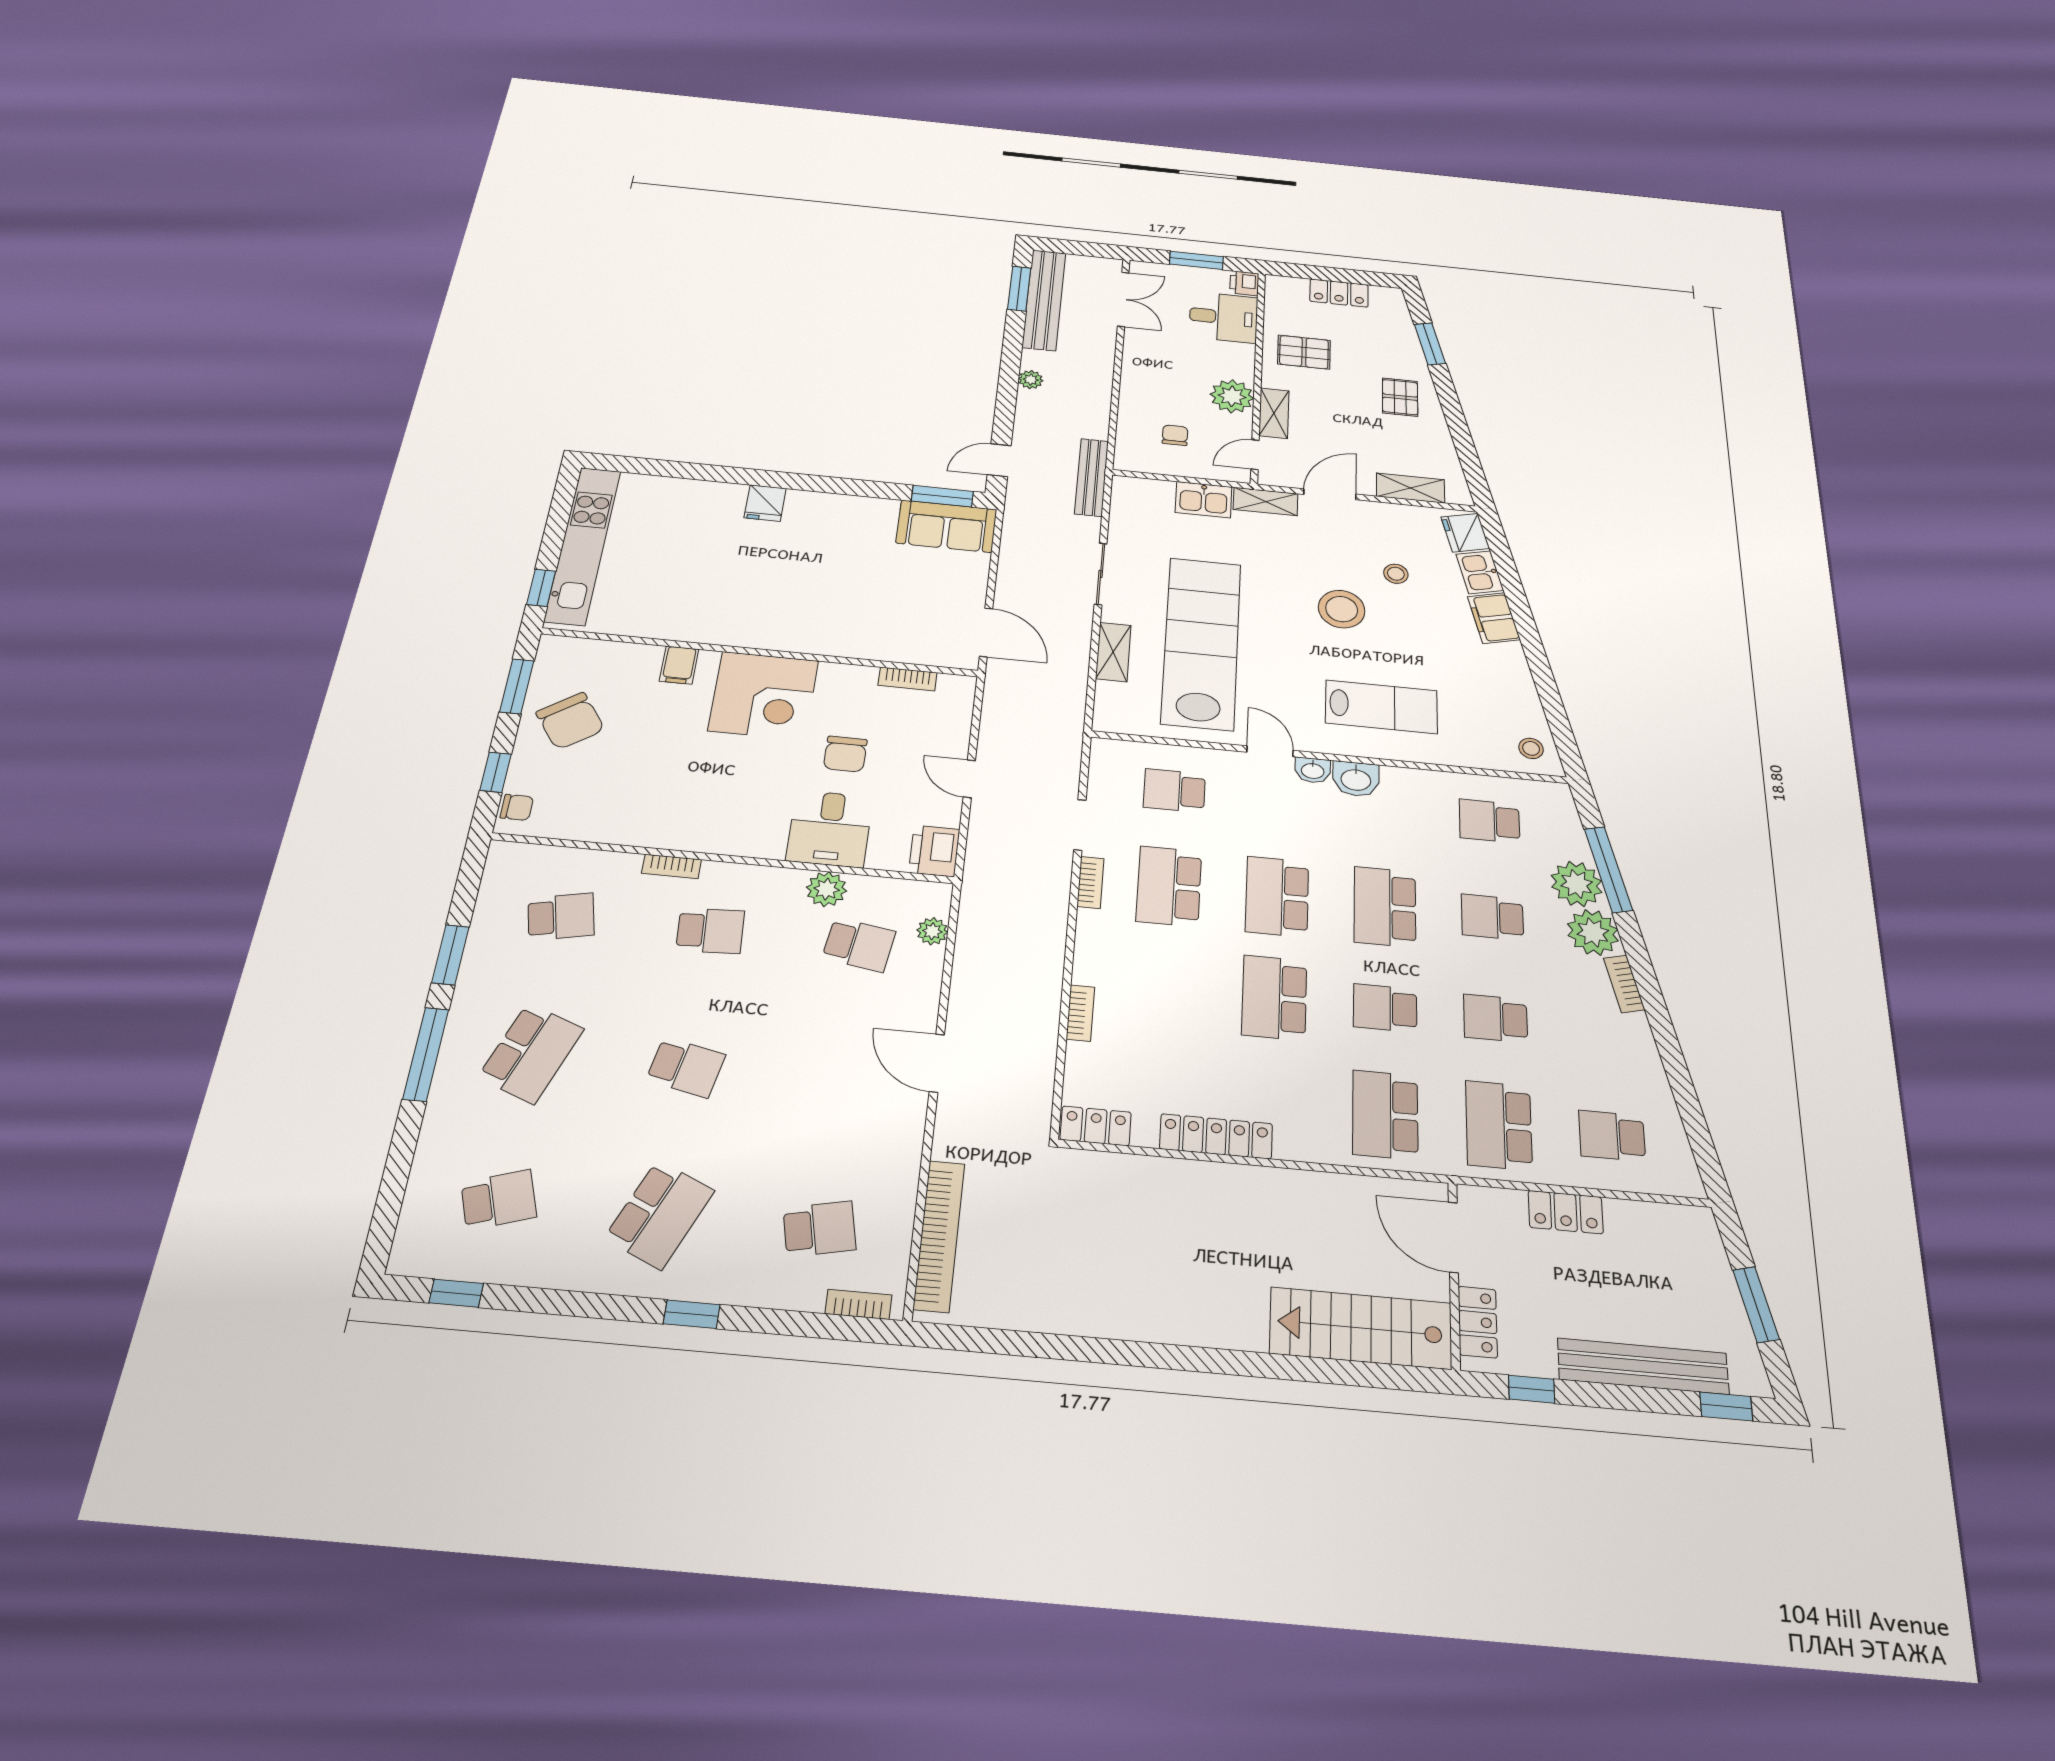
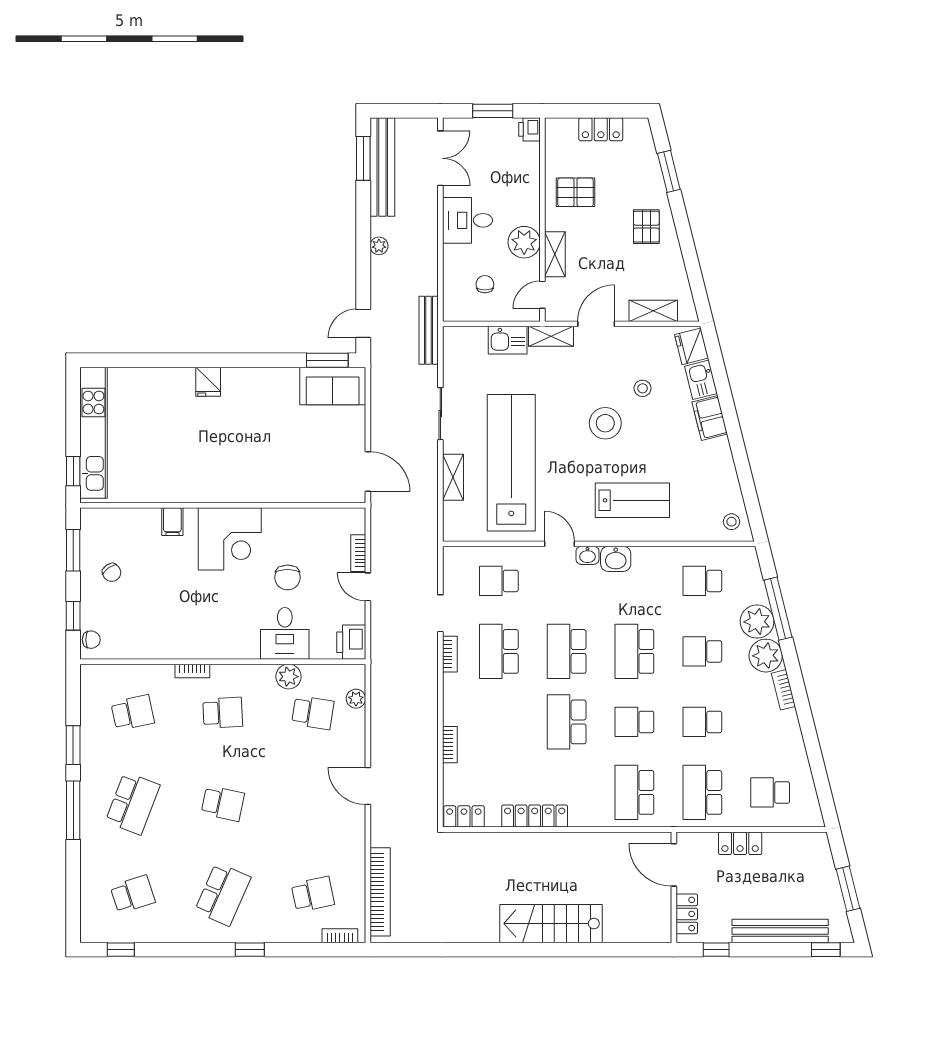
desk: (1223, 317) -> (468, 220), moved, turned 180
bookcase: (908, 679) -> (358, 553), moved, turned 90
chair: (570, 721) -> (112, 573), width x0.54, depth x0.54
stairs: (1361, 1328) -> (551, 924), moved

